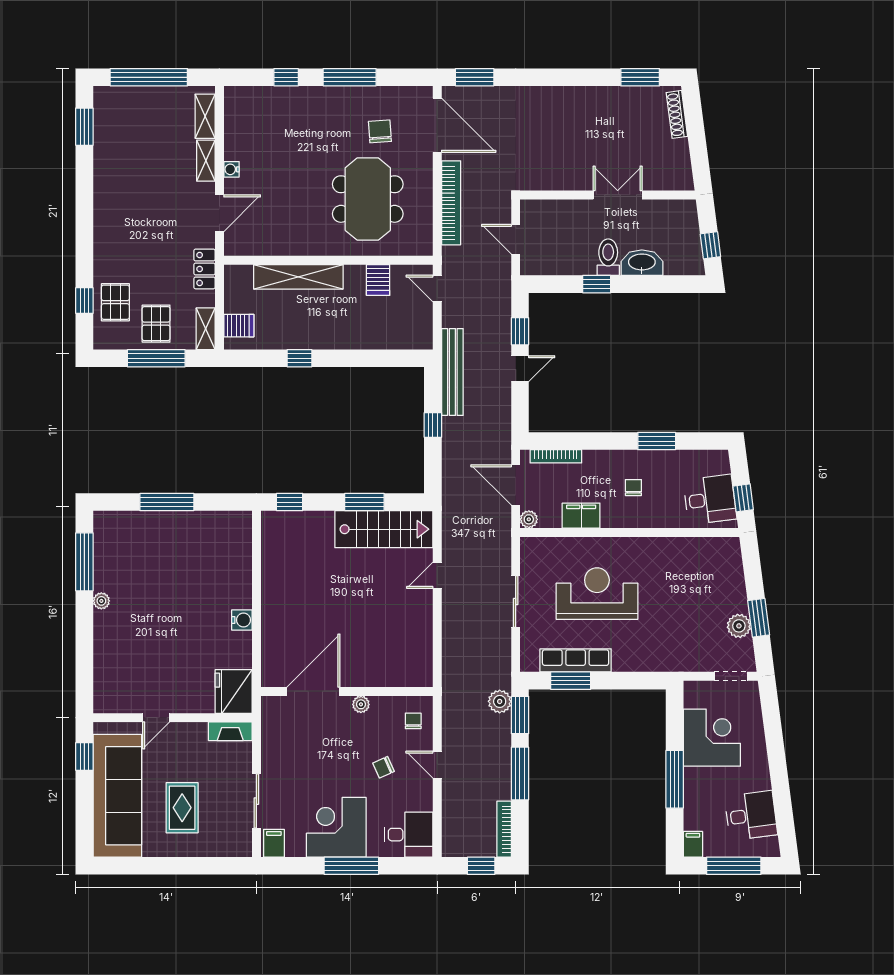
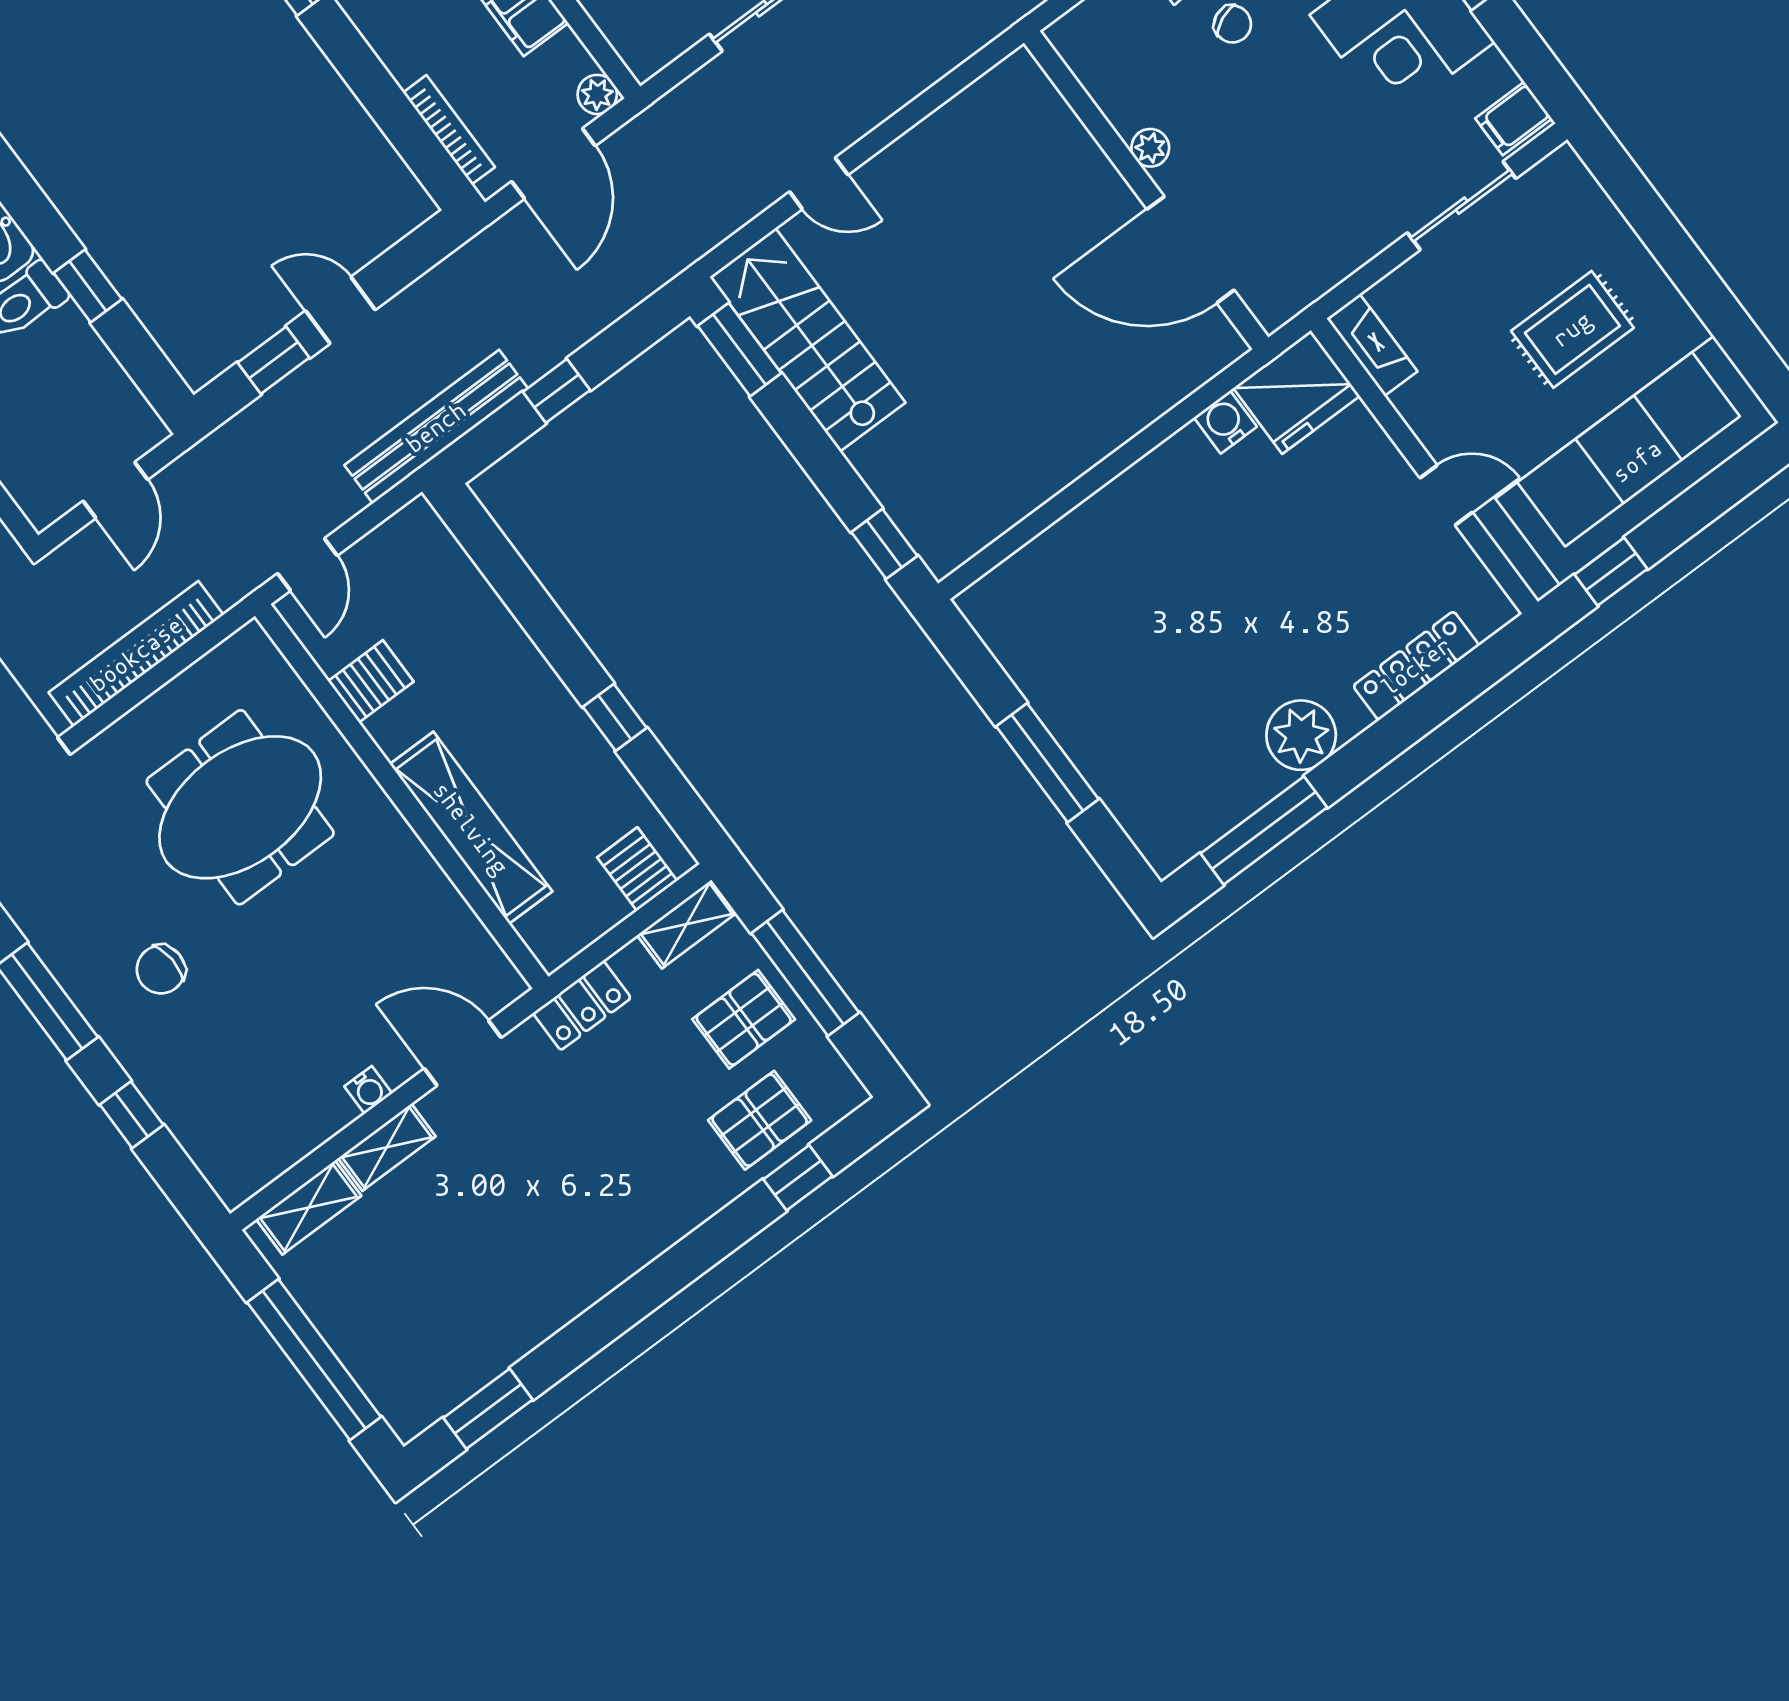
chair: (380, 131) -> (161, 969), moved
window: (364, 502) -> (739, 350), moved
plant: (101, 601) -> (1301, 735), width x1.87, depth x1.87
water cooler: (242, 620) -> (1225, 422), moved
locker: (103, 661) -> (1416, 666), added
chair: (413, 721) -> (1110, 33), removed

